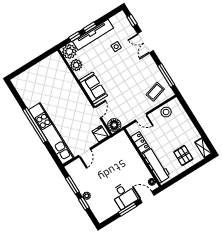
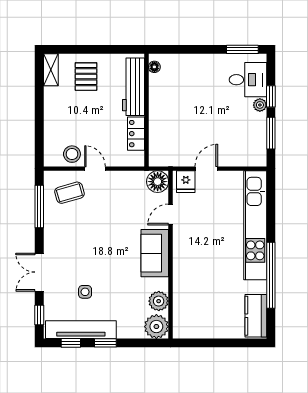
tv unit: (93, 35) -> (81, 330), moved
window: (75, 37) -> (71, 343), moved
double door: (145, 42) -> (39, 272), swing flipped
kitchen counter: (23, 88) -> (256, 316), added
door: (141, 117) -> (95, 169), moved
window: (35, 125) -> (271, 275), moved
door: (85, 153) -> (206, 169), moved
desk: (124, 195) -> (248, 80), moved, turned 90
door: (147, 197) -> (175, 49), removed
window: (128, 209) -> (242, 49), moved

